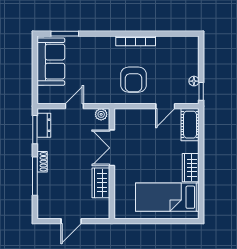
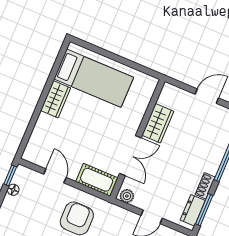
door: (165, 106) -> (55, 176), hinge flipped
cot: (190, 125) -> (97, 180), moved, turned 90
shoe rack: (42, 162) -> (205, 186), moved

